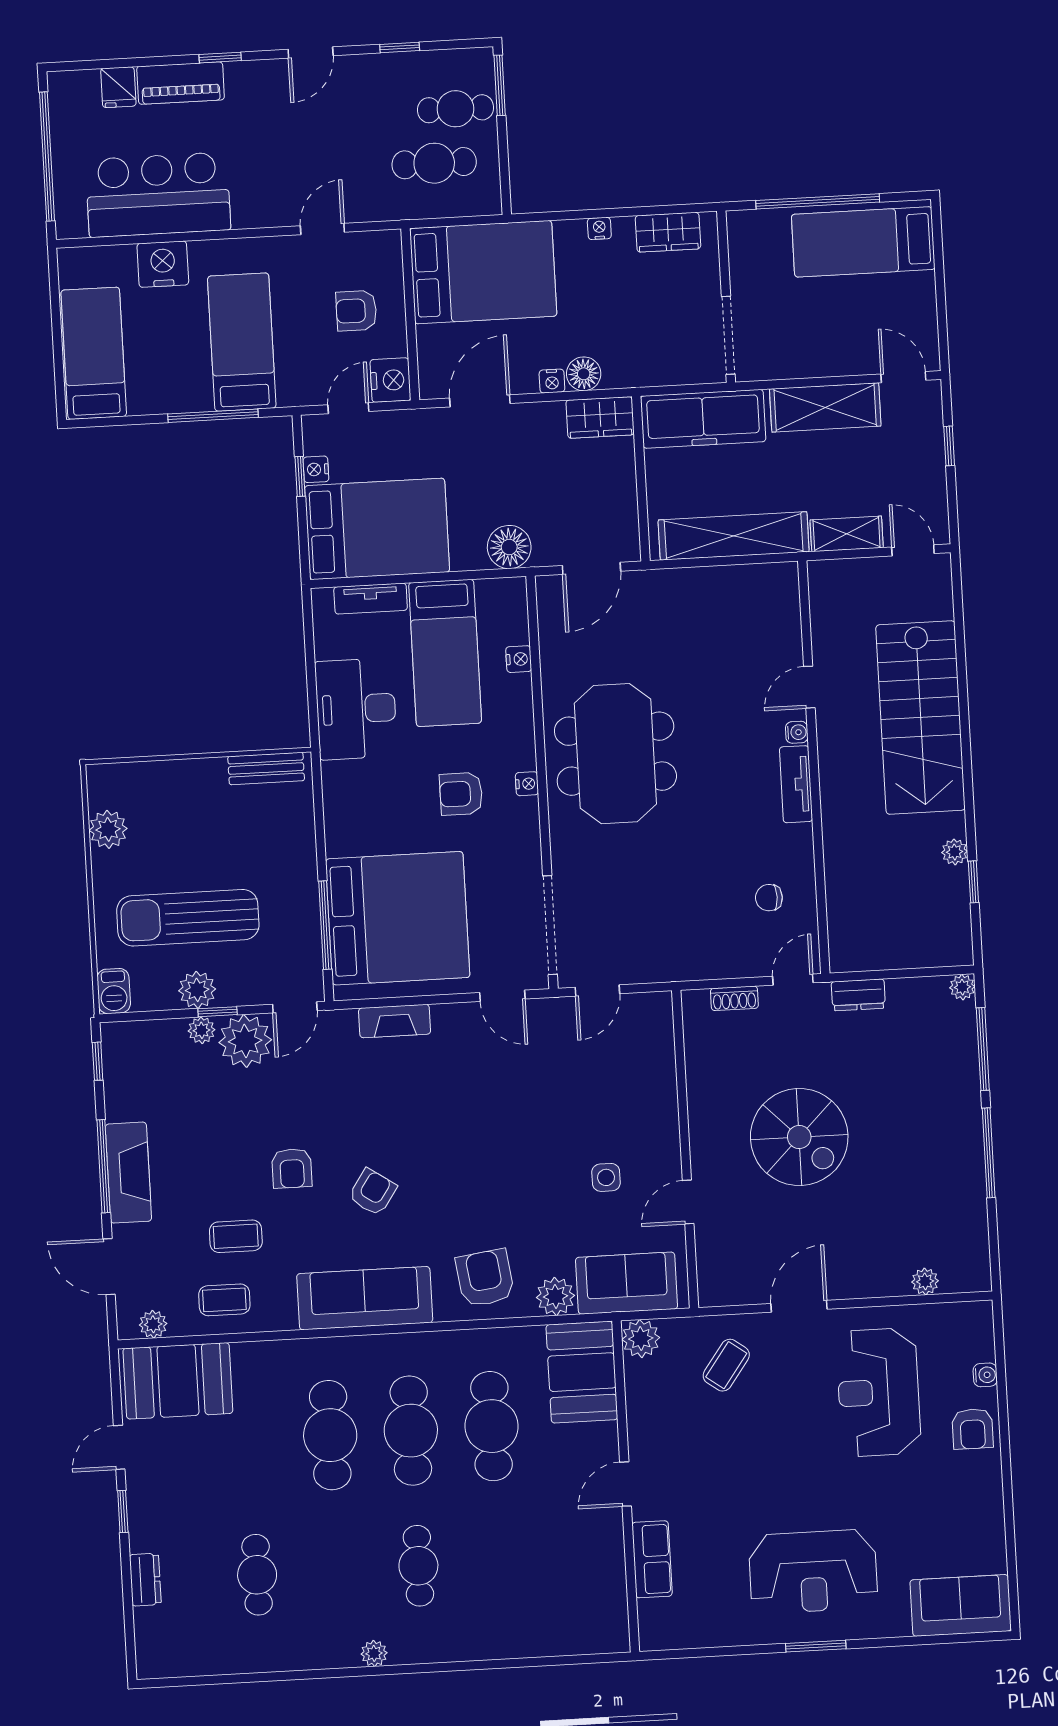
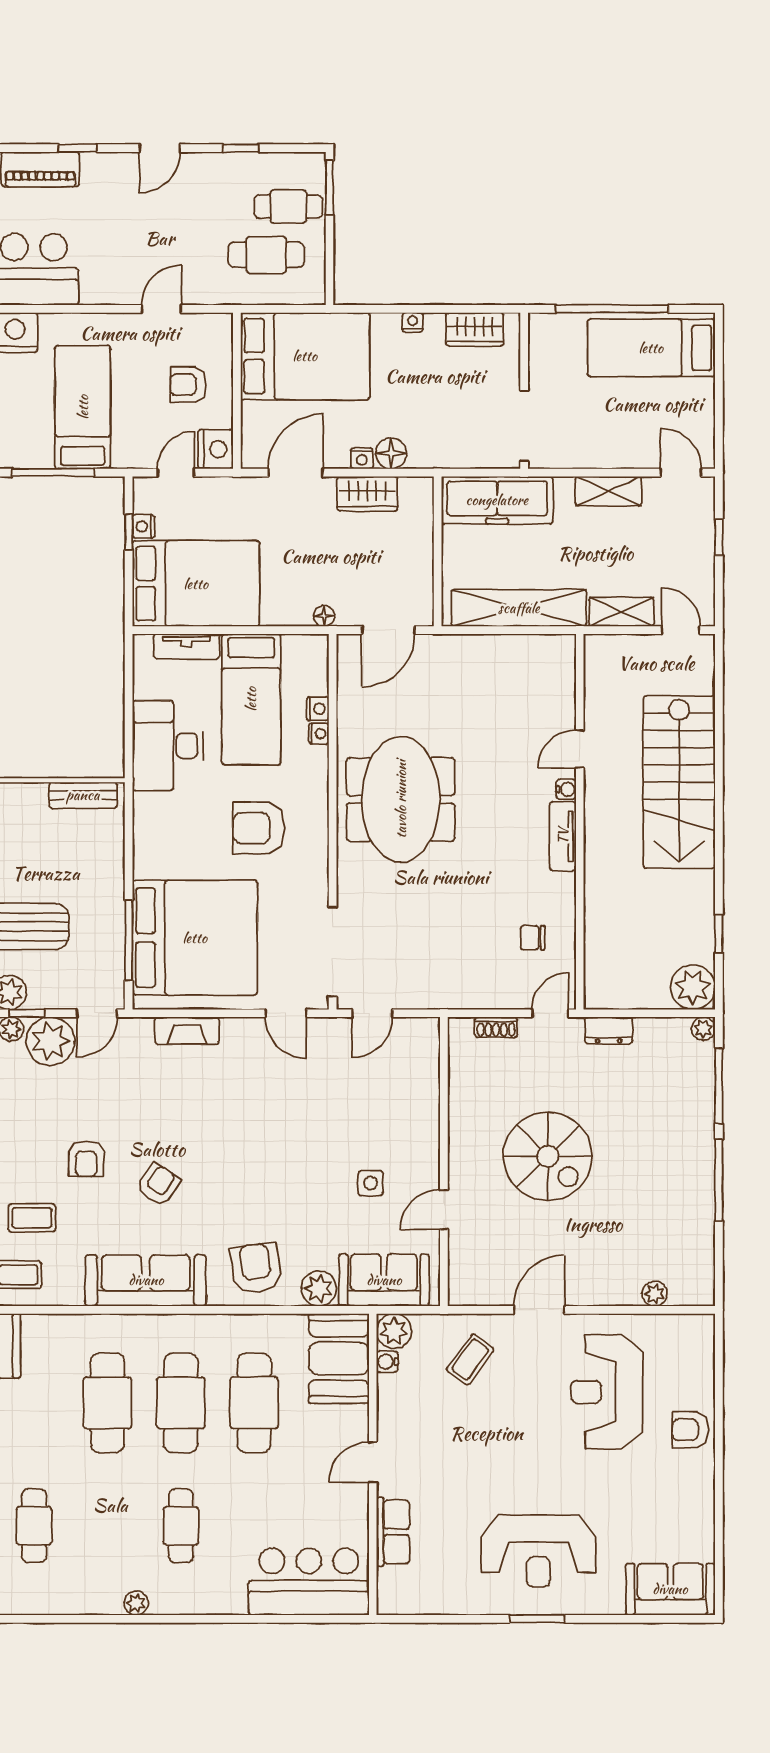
shelving: (825, 407) -> (608, 491), width x0.67, depth x0.75
wardrobe: (600, 417) -> (367, 494), moved
floor lamp: (509, 547) -> (324, 616), width x0.53, depth x0.53
nightstand: (527, 784) -> (319, 734), moved
armchair: (461, 794) -> (259, 828), width x1.38, depth x1.38
plant: (955, 852) -> (693, 987), moved, width x1.87, depth x1.87
water cooler: (985, 1375) -> (387, 1362), moved, turned 180
armchair: (973, 1429) -> (690, 1430), turned 90
bar counter: (563, 1619) -> (309, 1582), added

